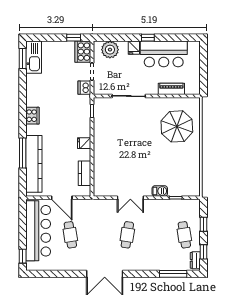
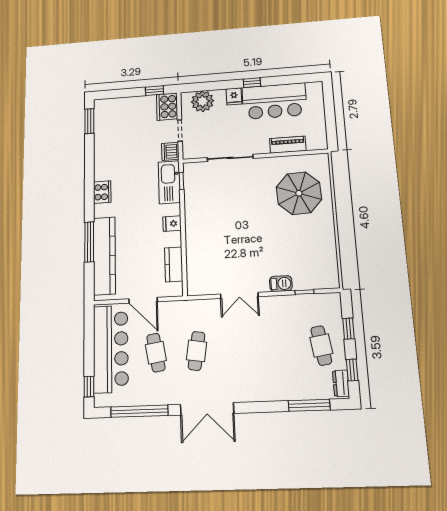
kitchen sink: (34, 57) -> (169, 182), moved, turned 180
cafe table: (127, 235) -> (197, 351), moved
window: (58, 274) -> (139, 411), added

